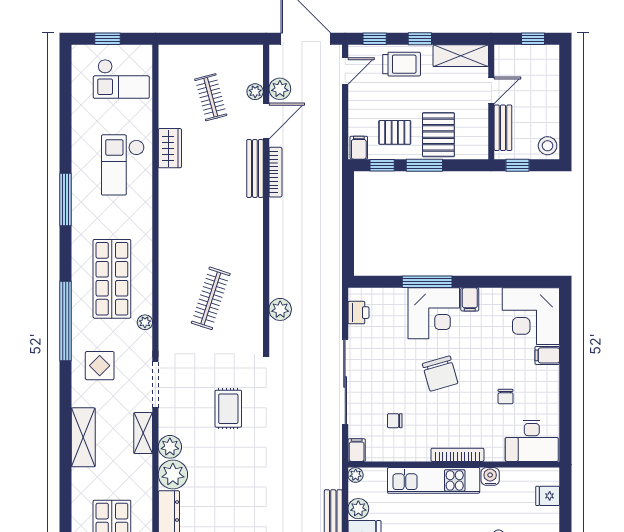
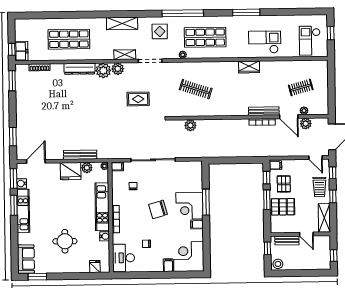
wardrobe: (170, 148) -> (249, 67), moved
printer: (358, 313) -> (189, 166), removed

